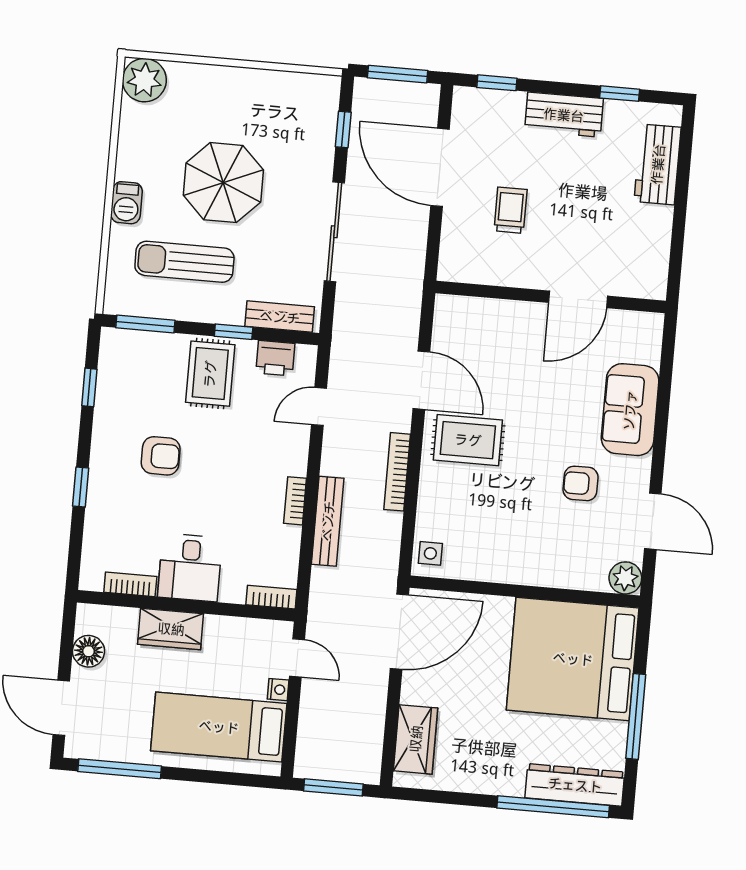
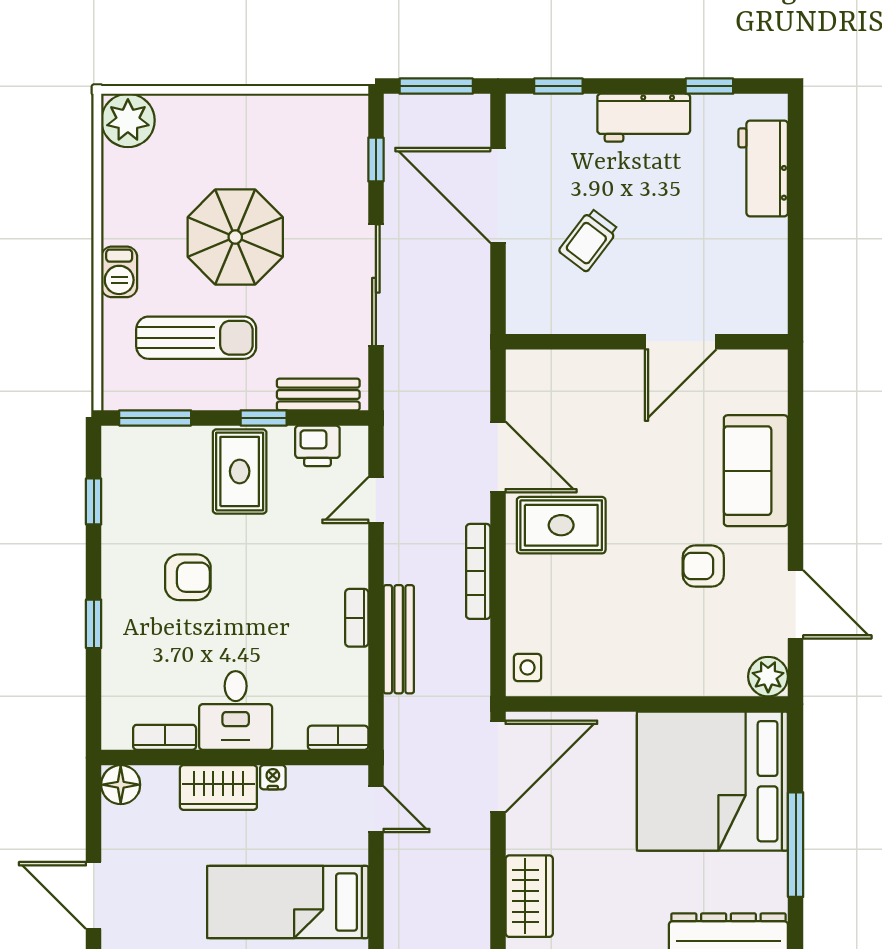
trolley: (511, 210) -> (589, 240), turned -143
sun lounger: (184, 262) -> (196, 338), turned 180
floor lamp: (89, 651) -> (121, 785), moved
nightstand: (278, 690) -> (273, 777), moved, turned -90

